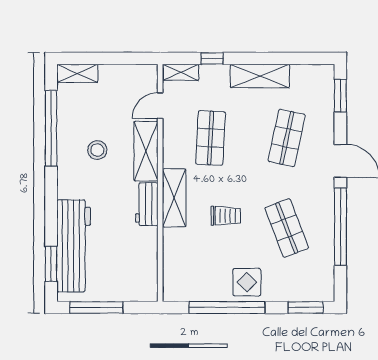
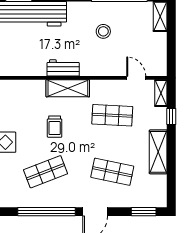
shelving: (146, 151) -> (102, 67), removed

